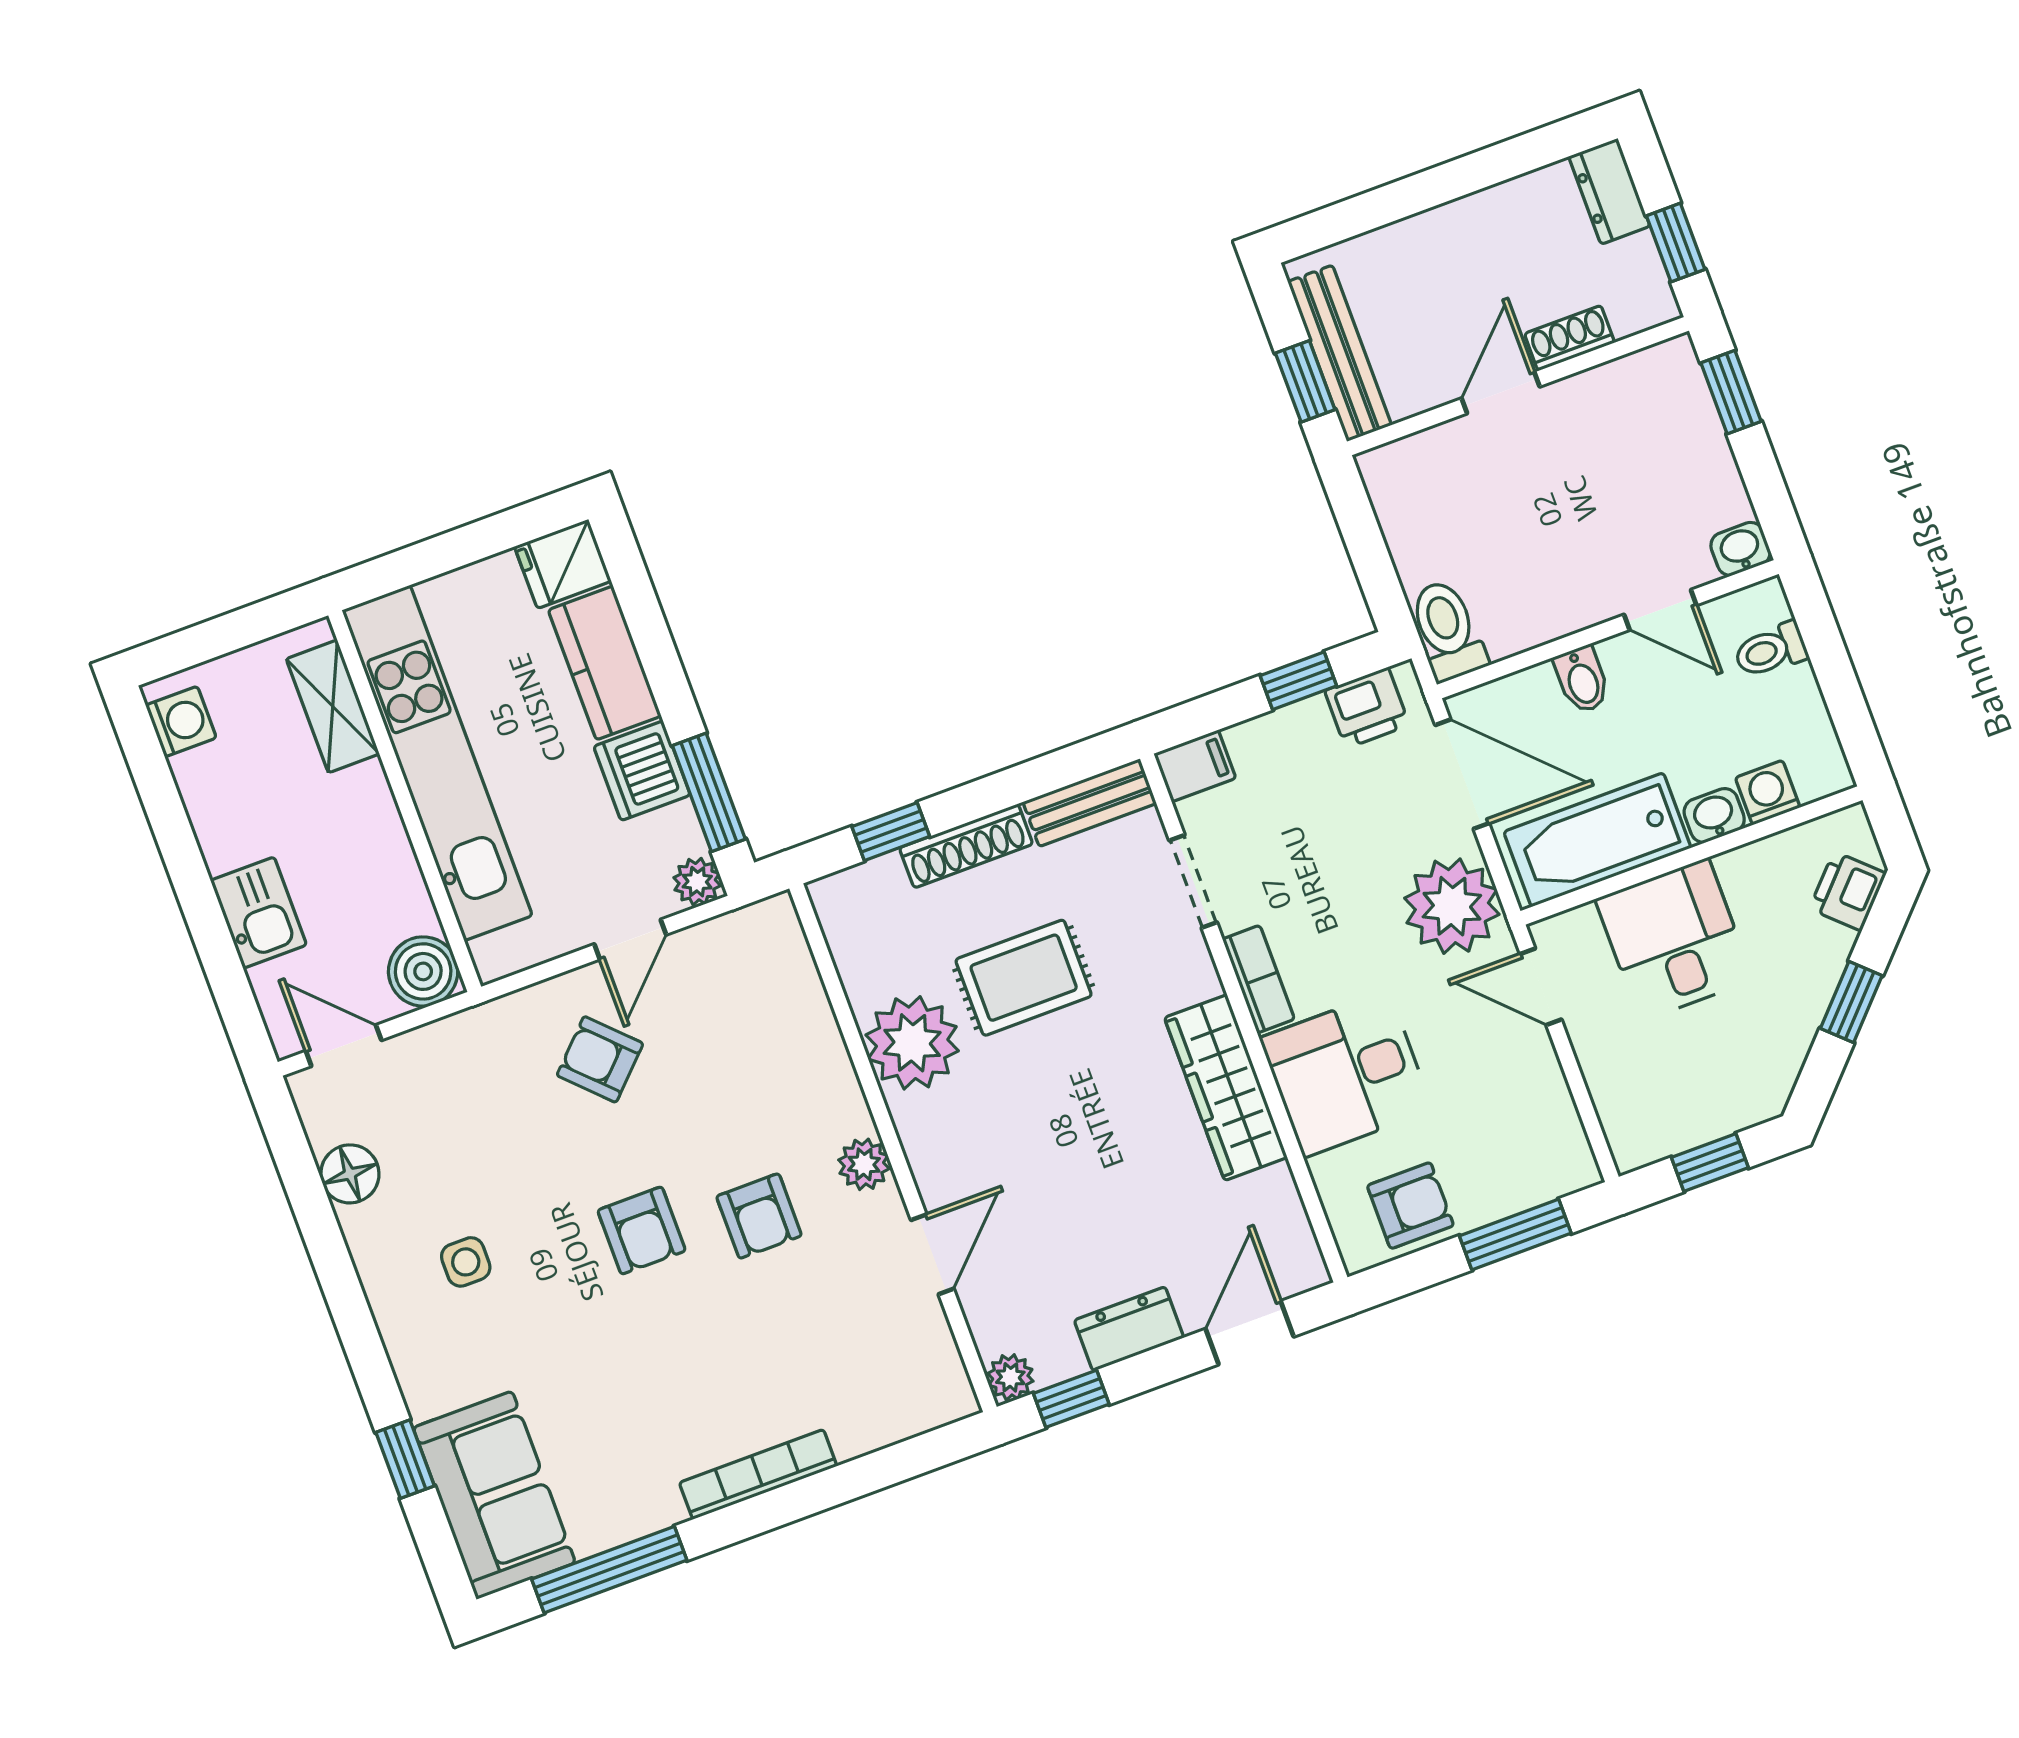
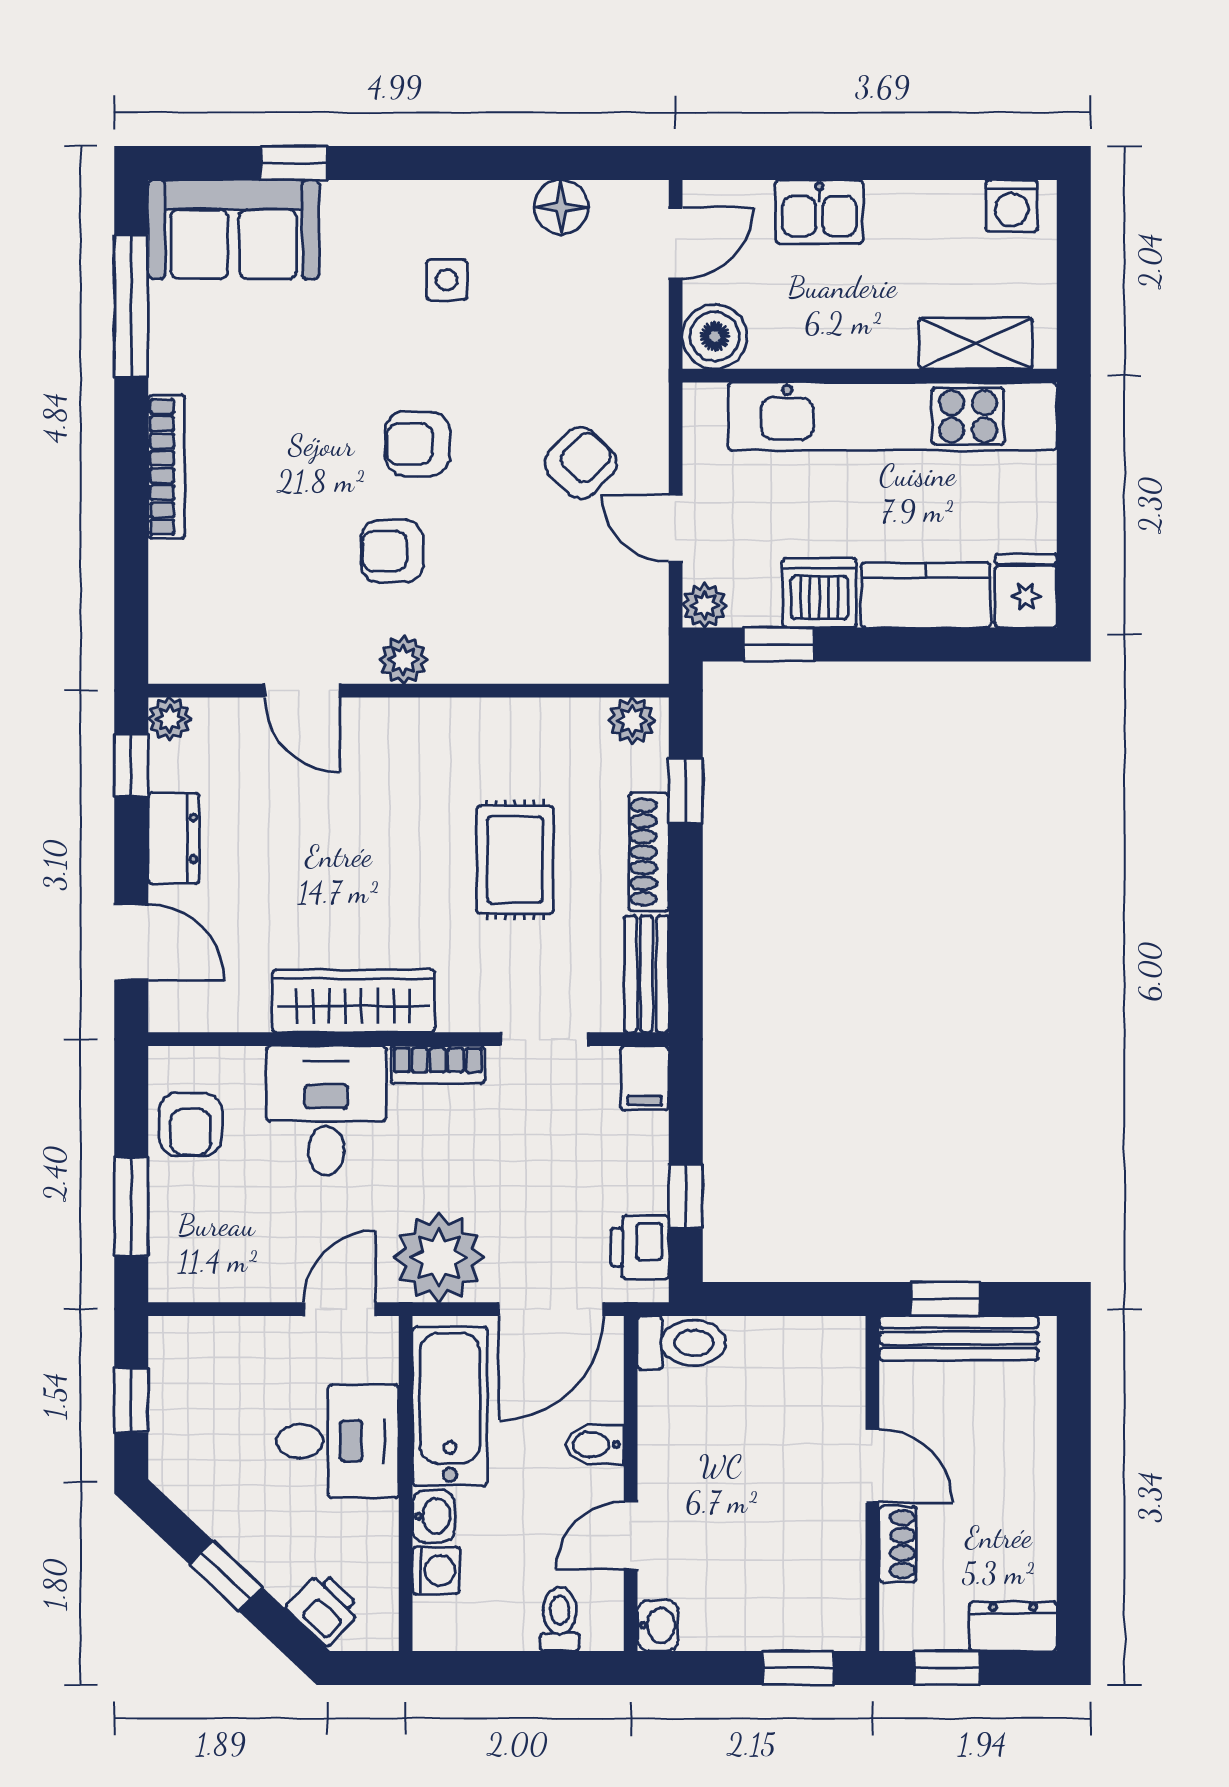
window: (709, 792) -> (779, 644), width x0.67
plant: (912, 1043) -> (632, 721), moved, width x0.53, depth x0.53

